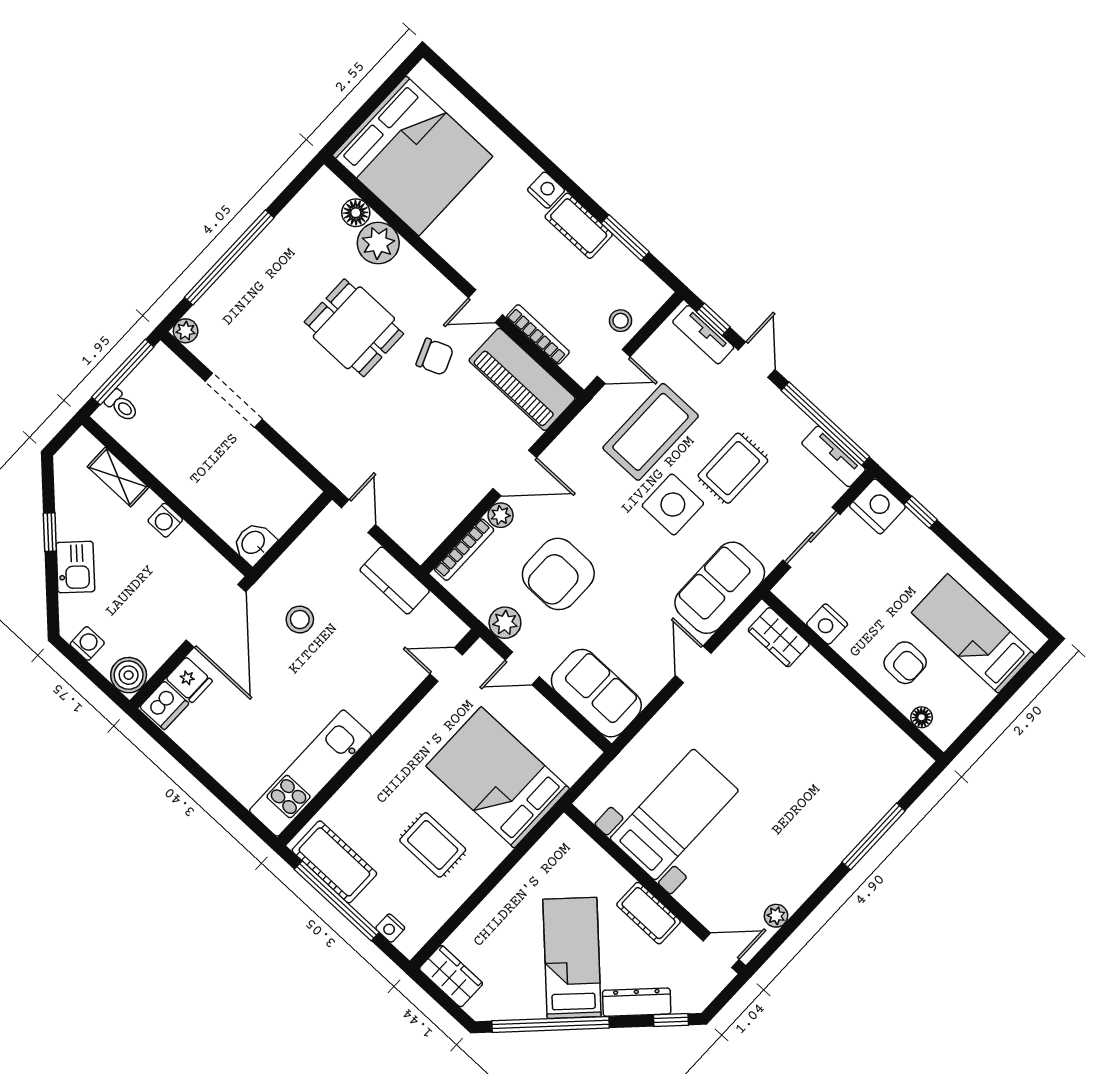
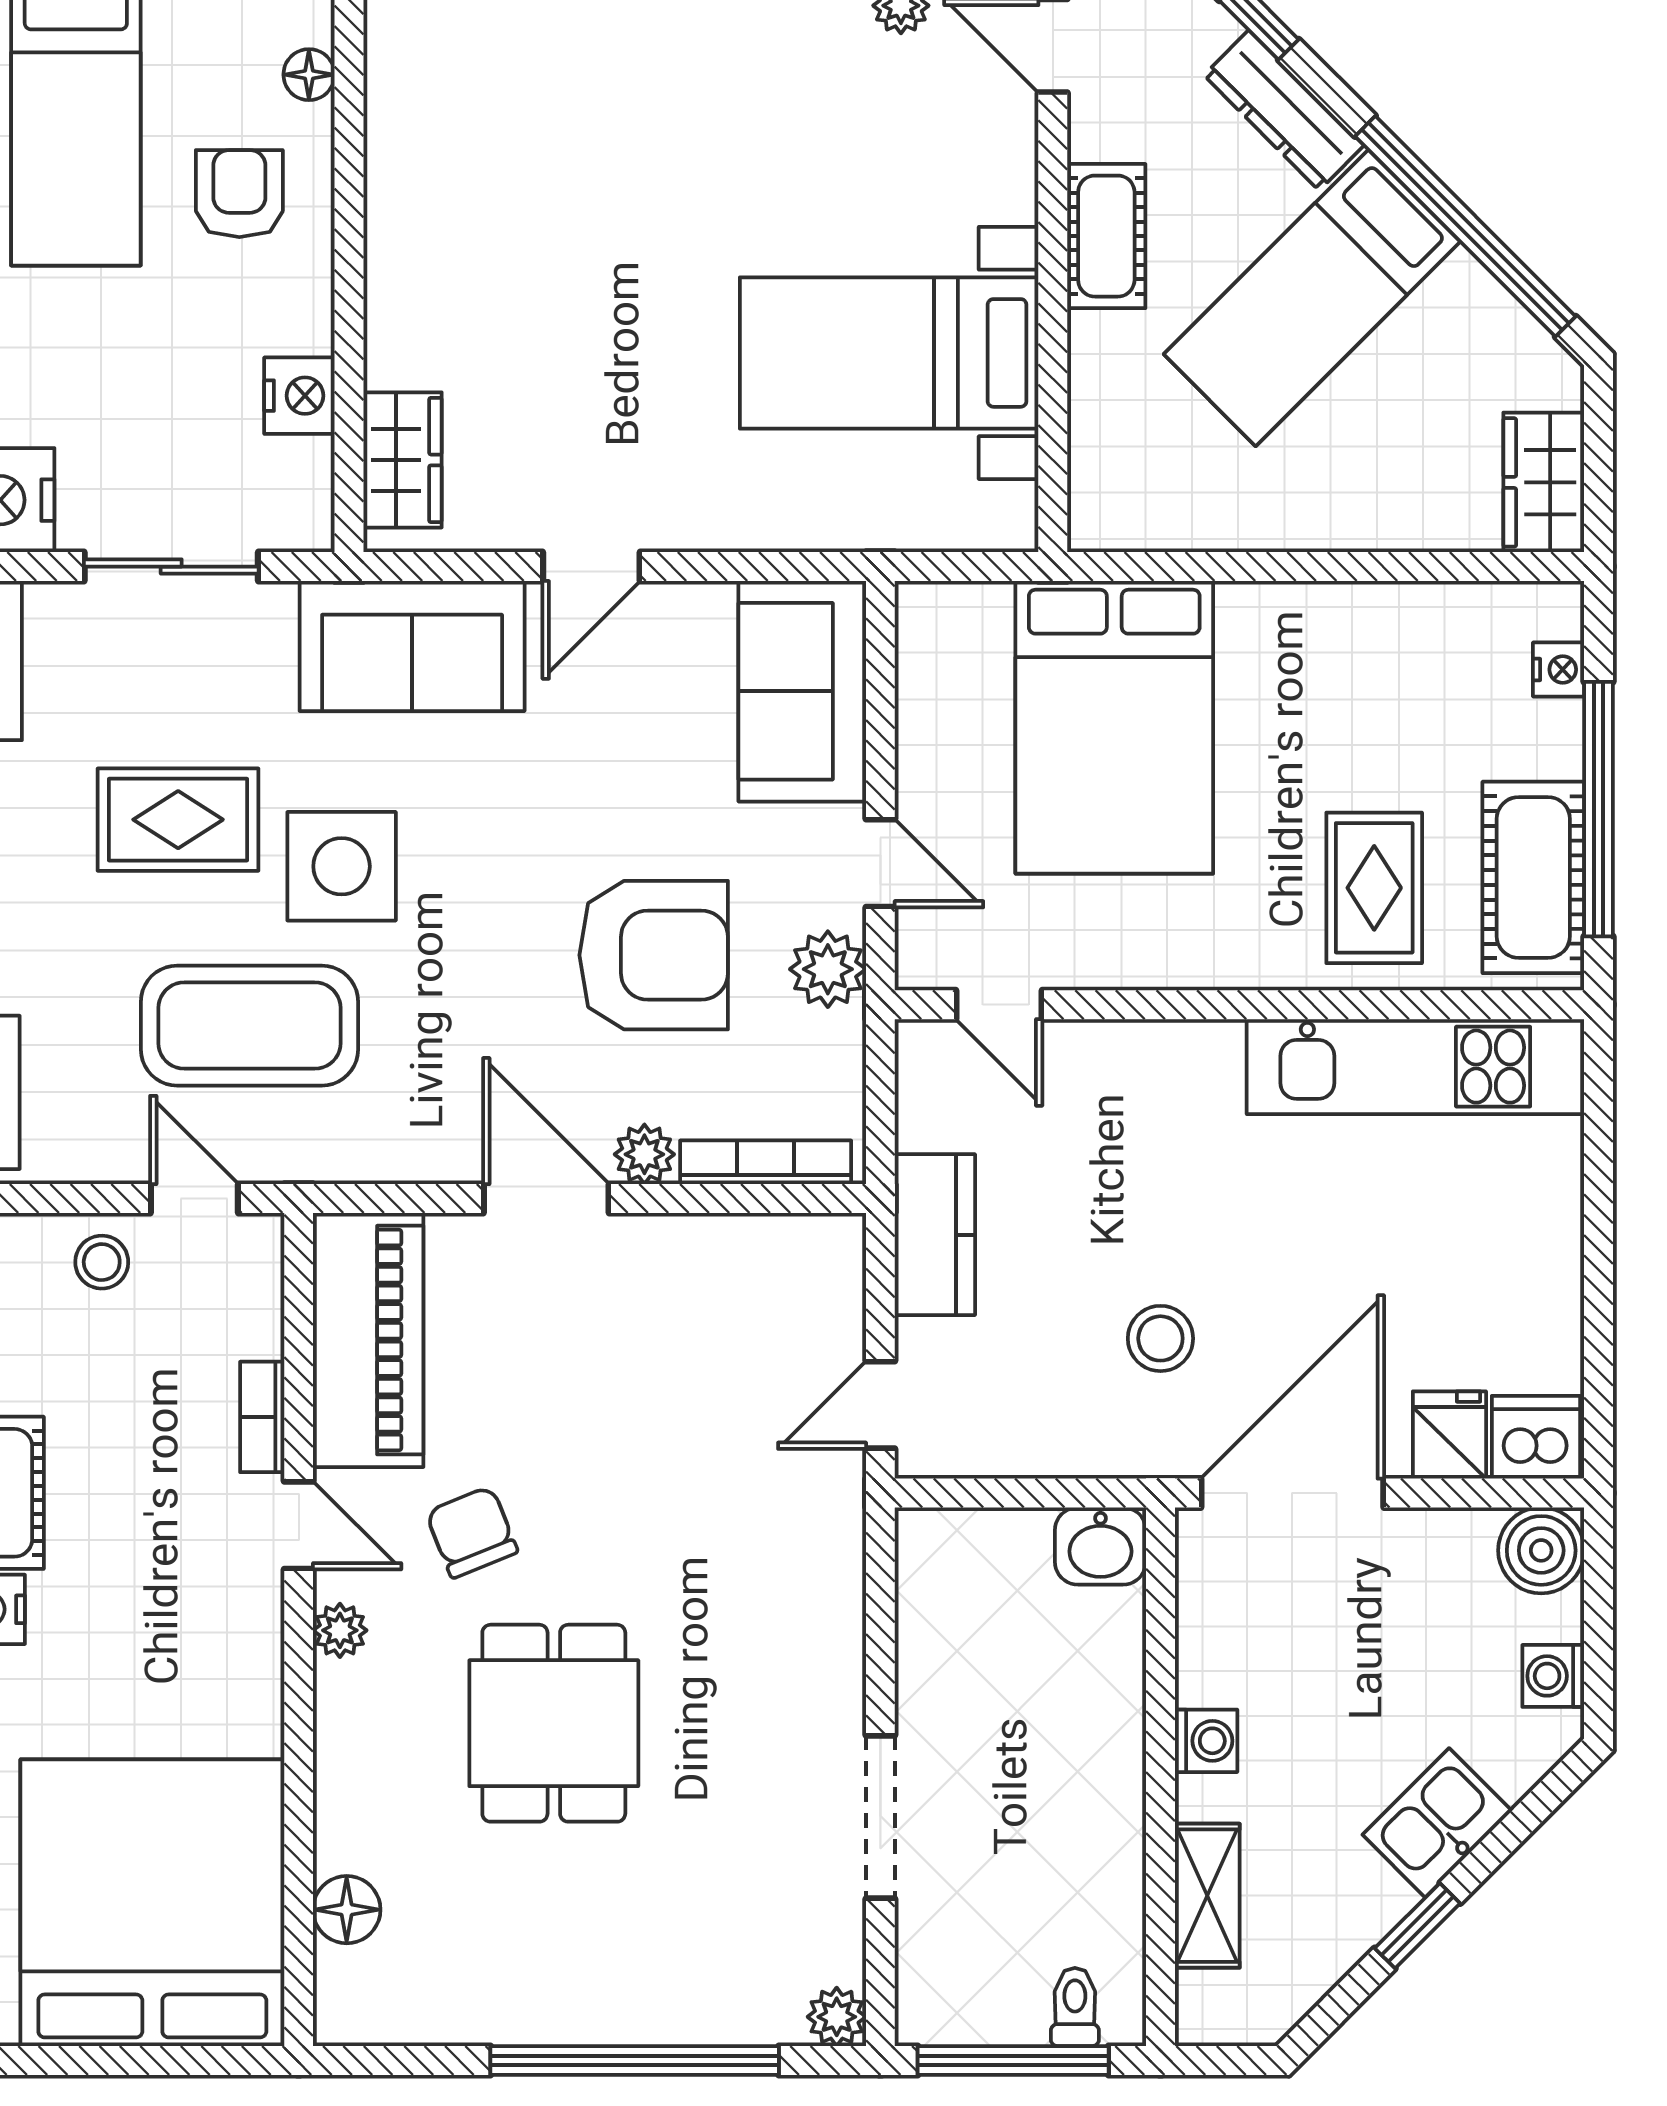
plant: (378, 243) -> (340, 1630), moved, width x0.53, depth x0.53
bookcase: (538, 334) -> (262, 1417), width x0.64
rug: (433, 845) -> (1374, 888), moved

